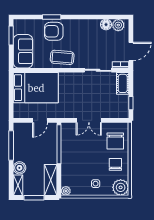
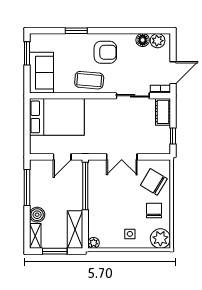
armchair: (54, 31) -> (105, 52), moved, turned 180
chair: (115, 141) -> (154, 182), turned 121

